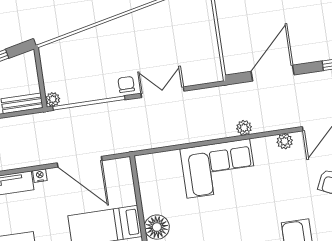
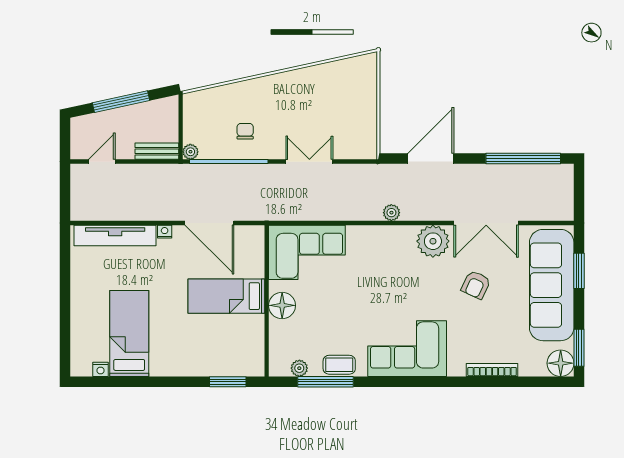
chair: (126, 84) -> (245, 131), moved
plant: (285, 141) -> (433, 241), width x1.88, depth x1.88
corner sofa: (218, 168) -> (307, 252), moved

